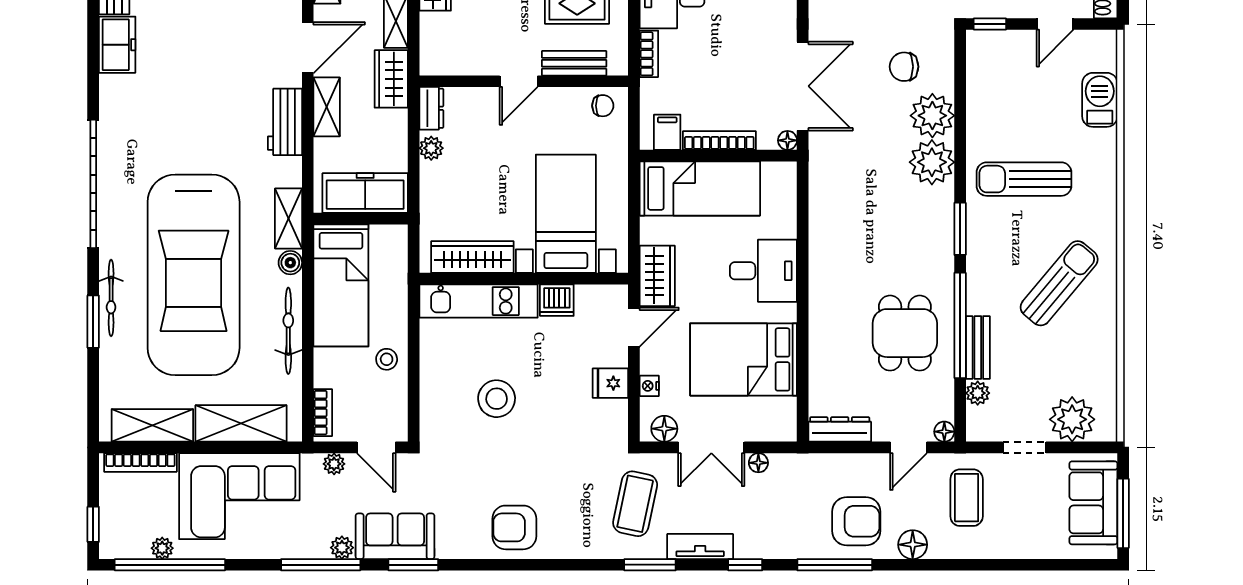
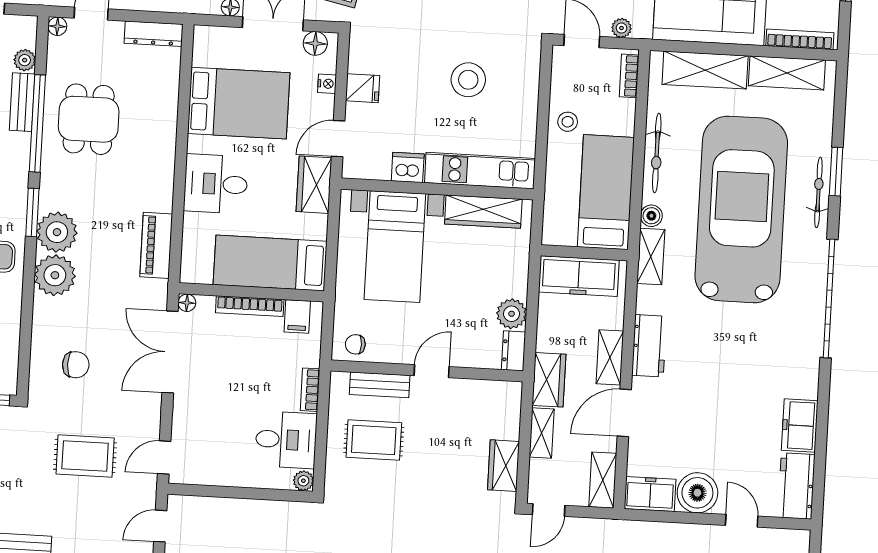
plant: (932, 116) -> (57, 232), moved
plant: (431, 148) -> (512, 314), width x1.38, depth x1.38
piano: (824, 201) -> (156, 245), added

